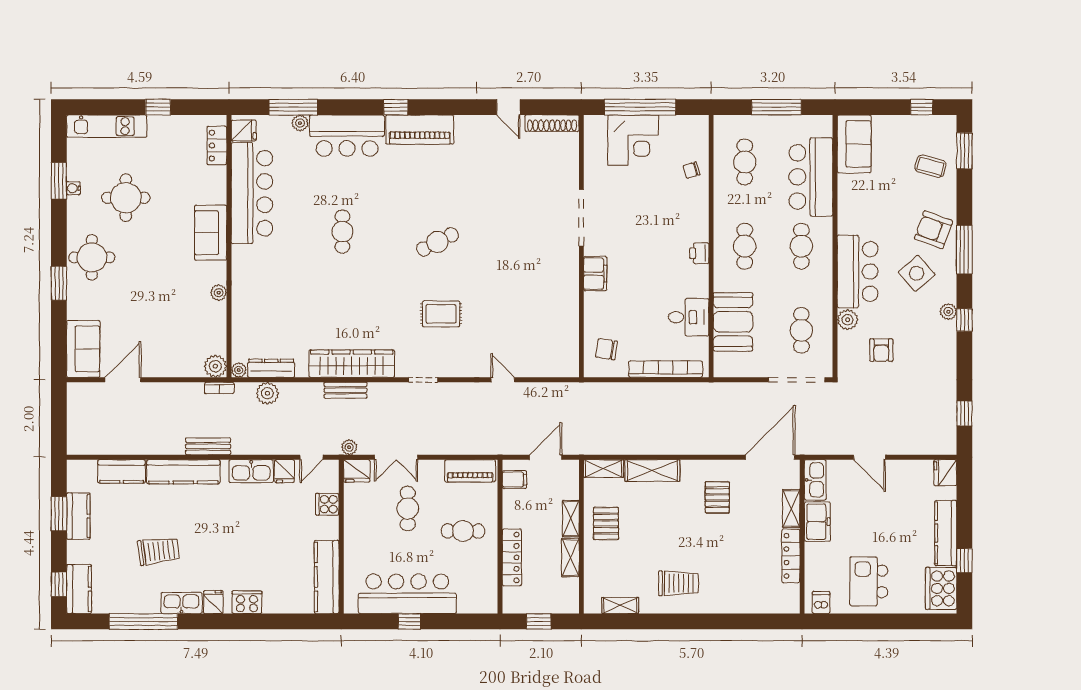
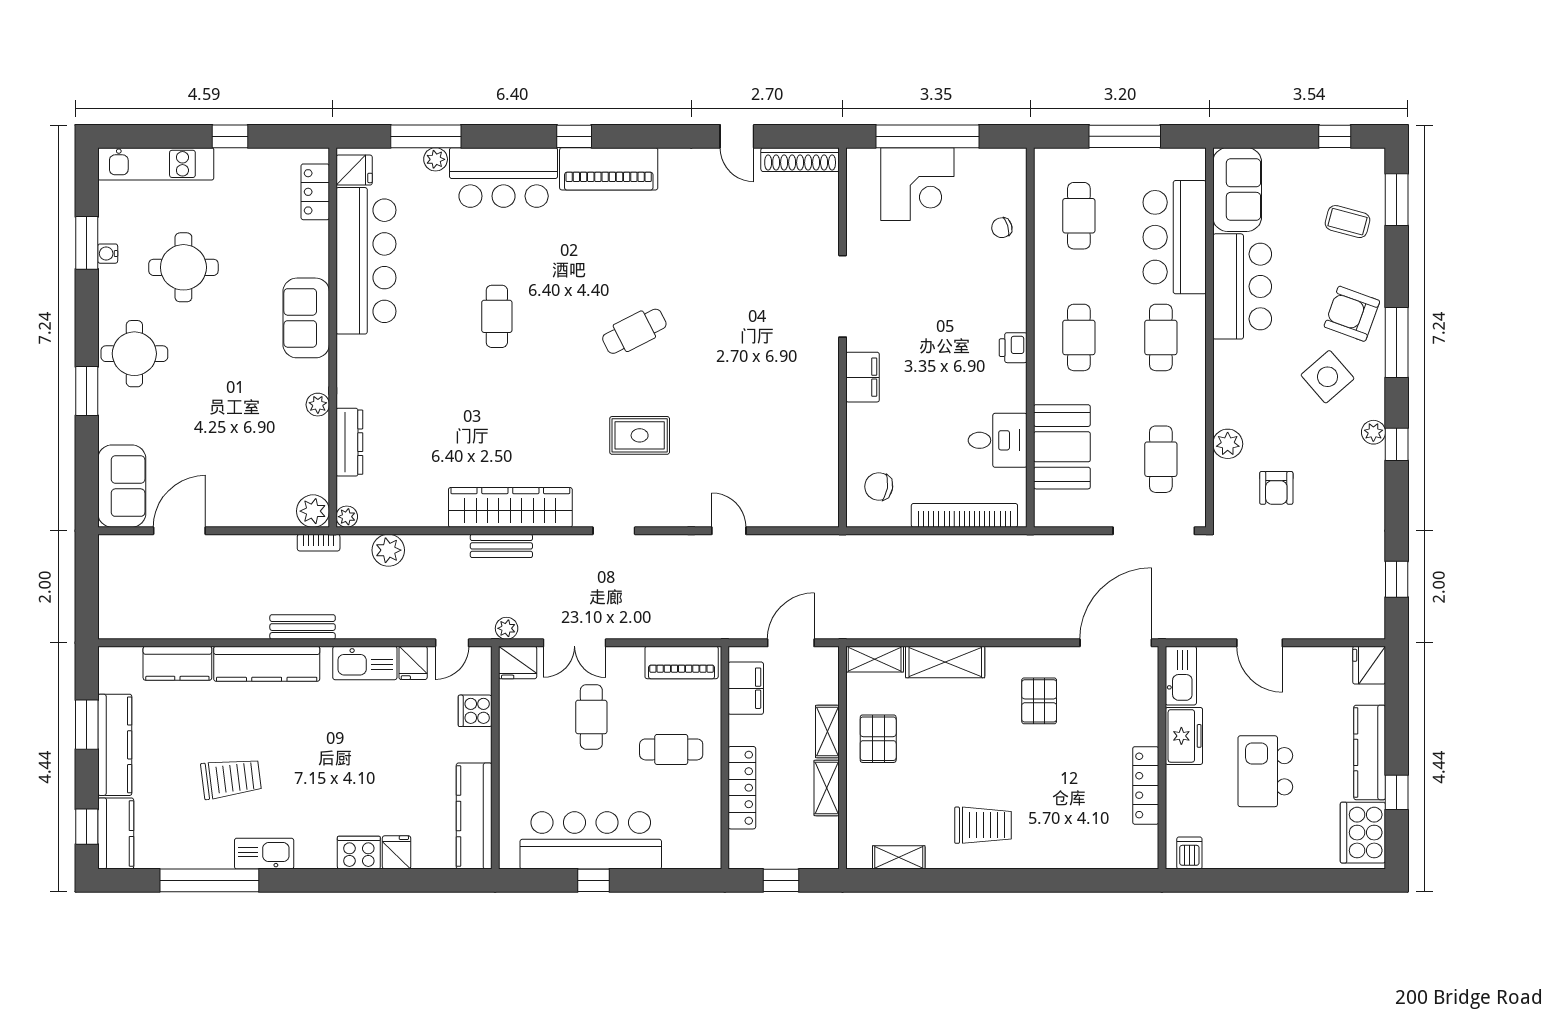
bar counter: (858, 271) -> (1242, 286), moved
dresser: (271, 368) -> (349, 442), moved, turned 90
filing cabinet: (514, 480) -> (746, 688), width x2.00
shelving: (791, 508) -> (1146, 717), removed
kitchen counter: (78, 516) -> (115, 745), width x1.50
kitchen island: (869, 581) -> (1265, 771), moved
fridge: (213, 602) -> (397, 852), moved

